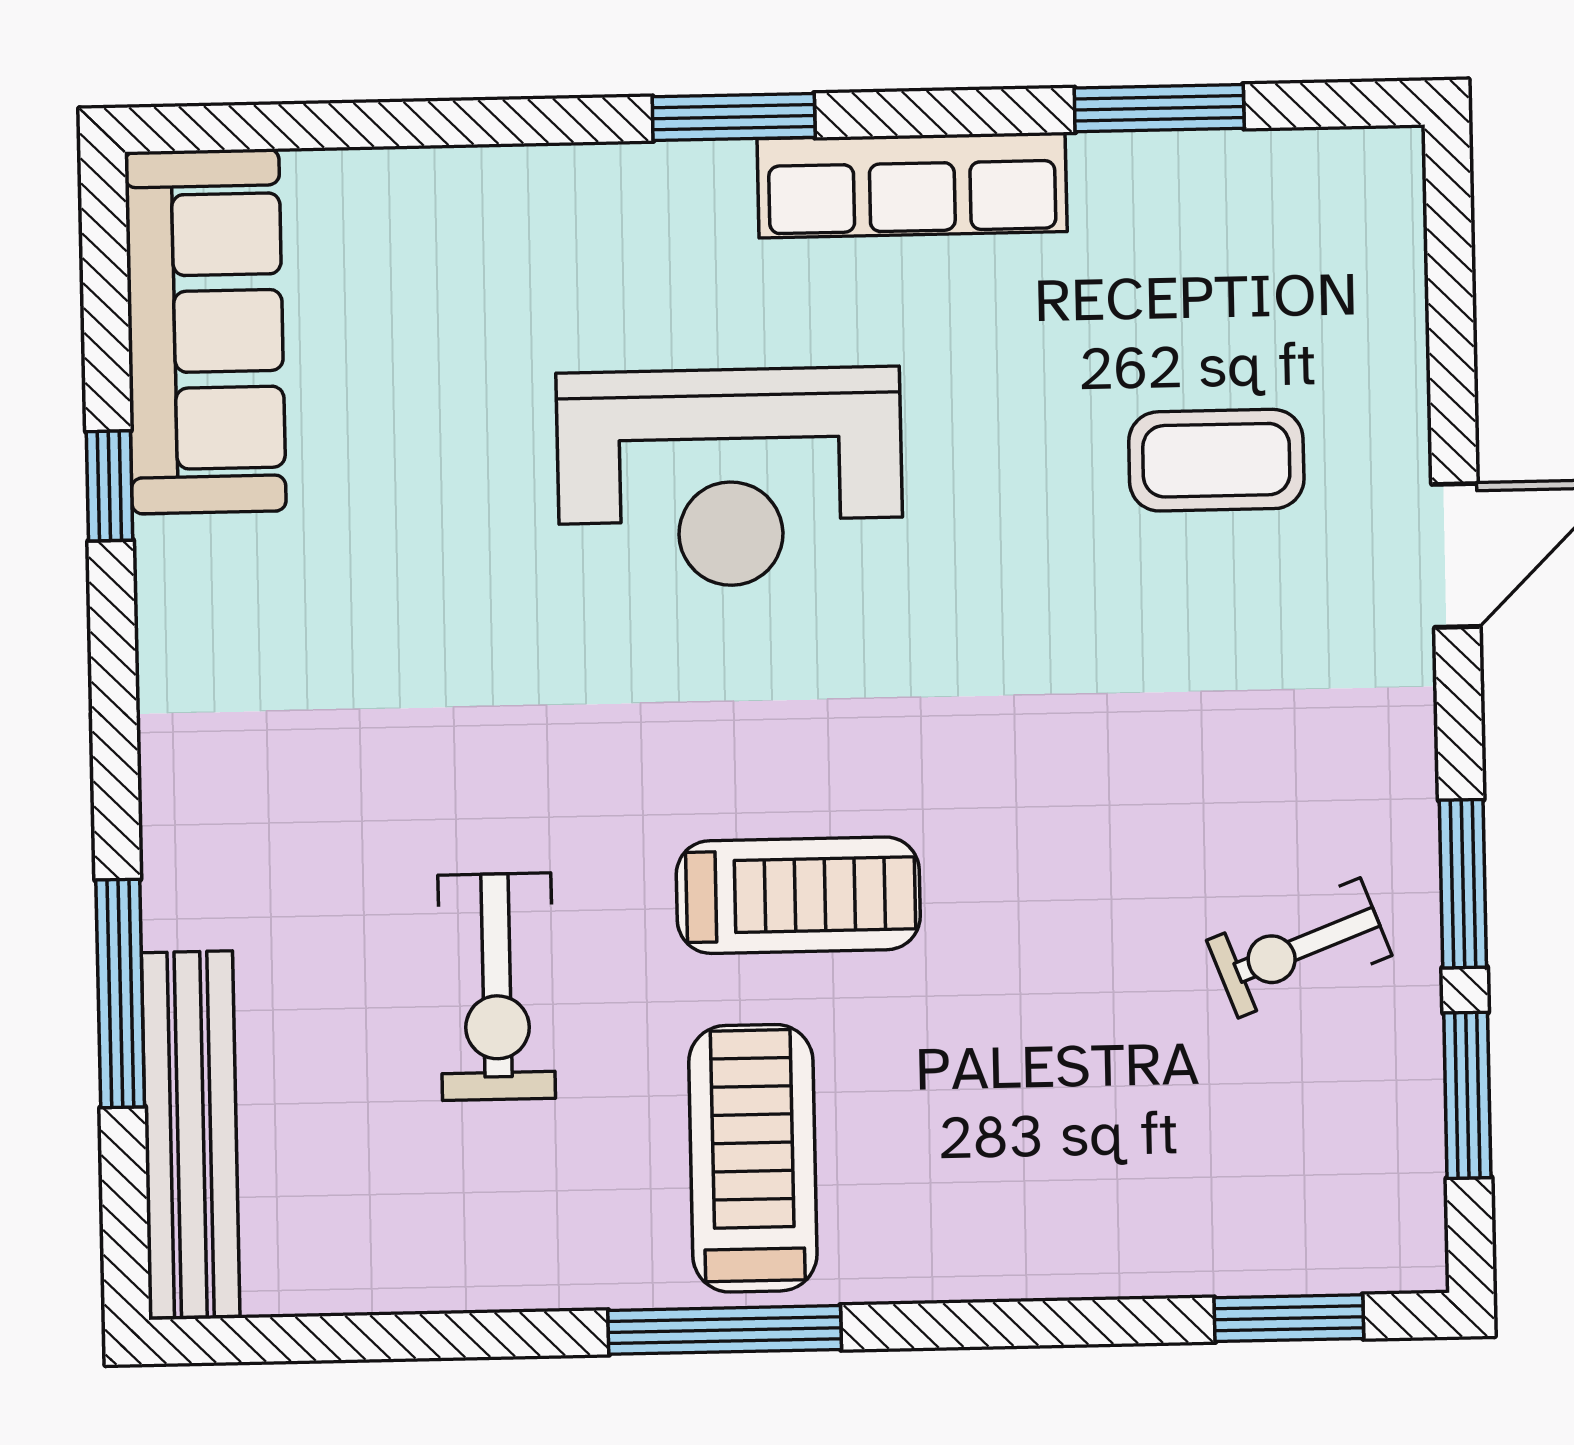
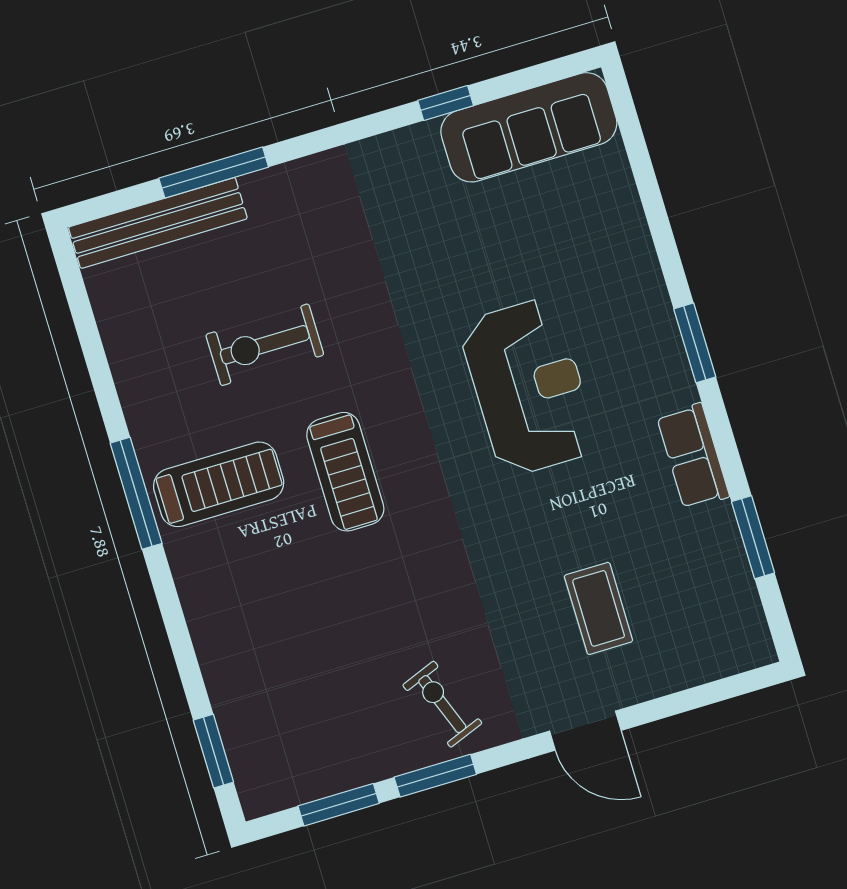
row of seats: (912, 185) -> (693, 456), width x0.68
reception desk: (730, 477) -> (529, 387), turned 180
exercise bike: (1299, 948) -> (442, 704), moved

